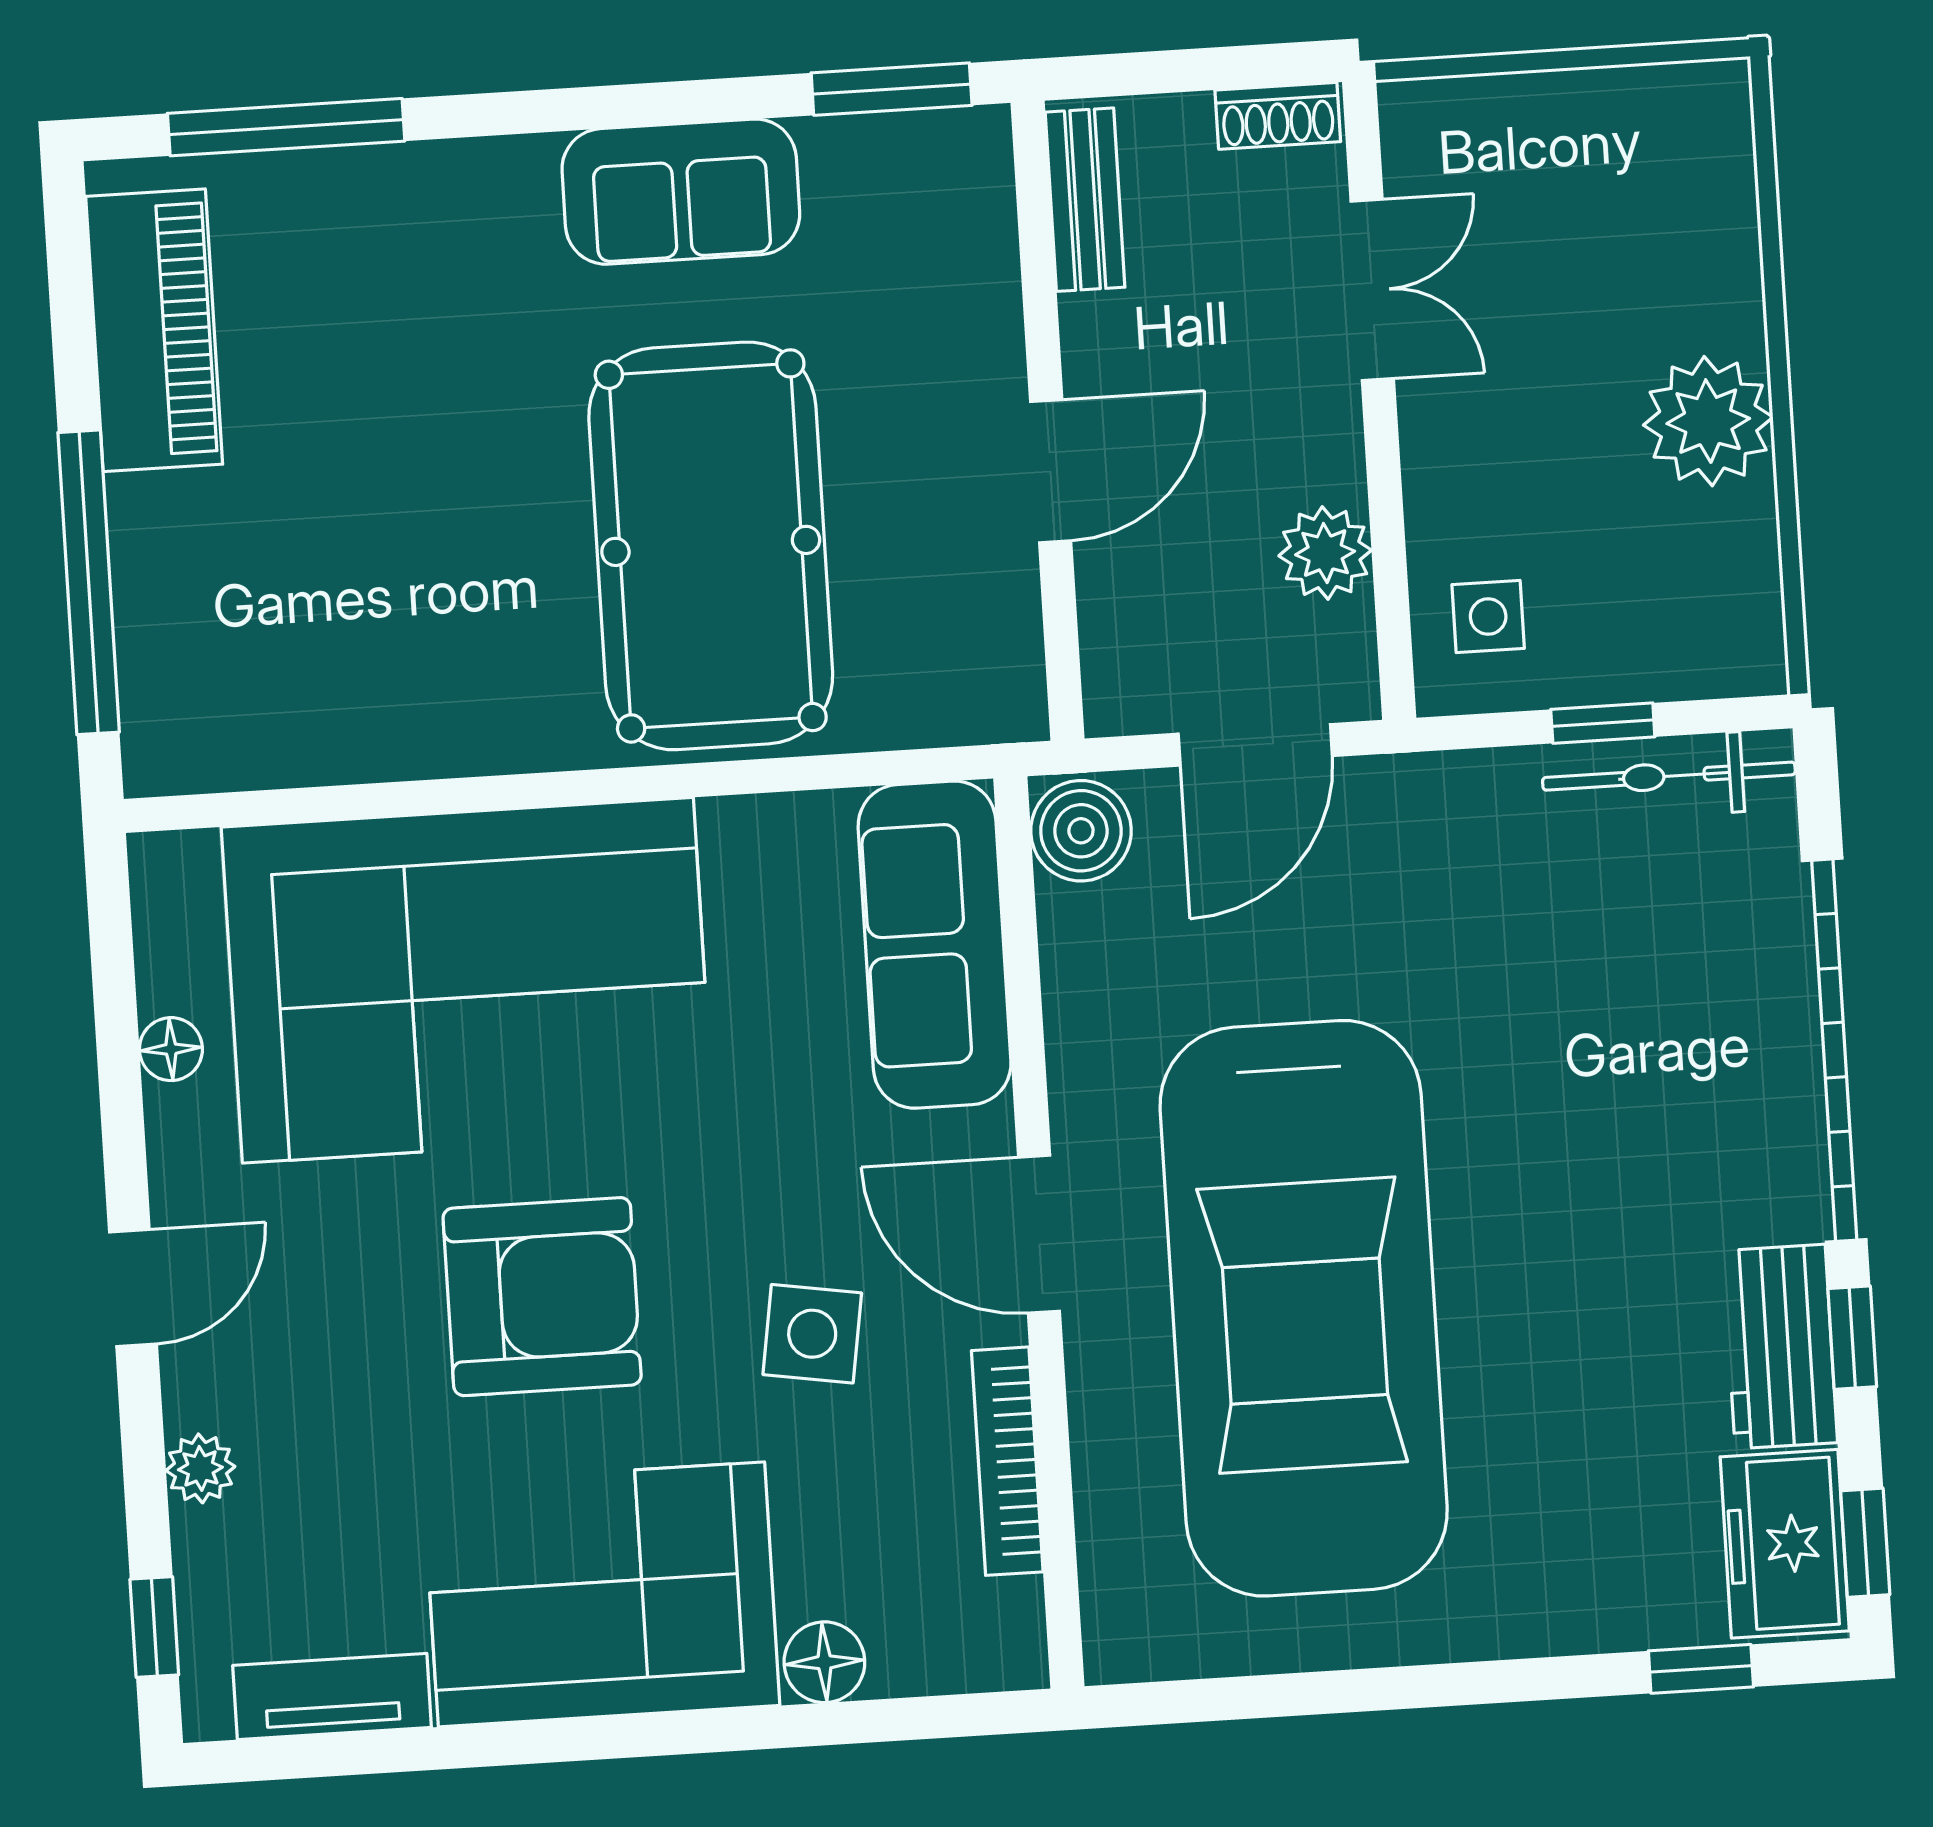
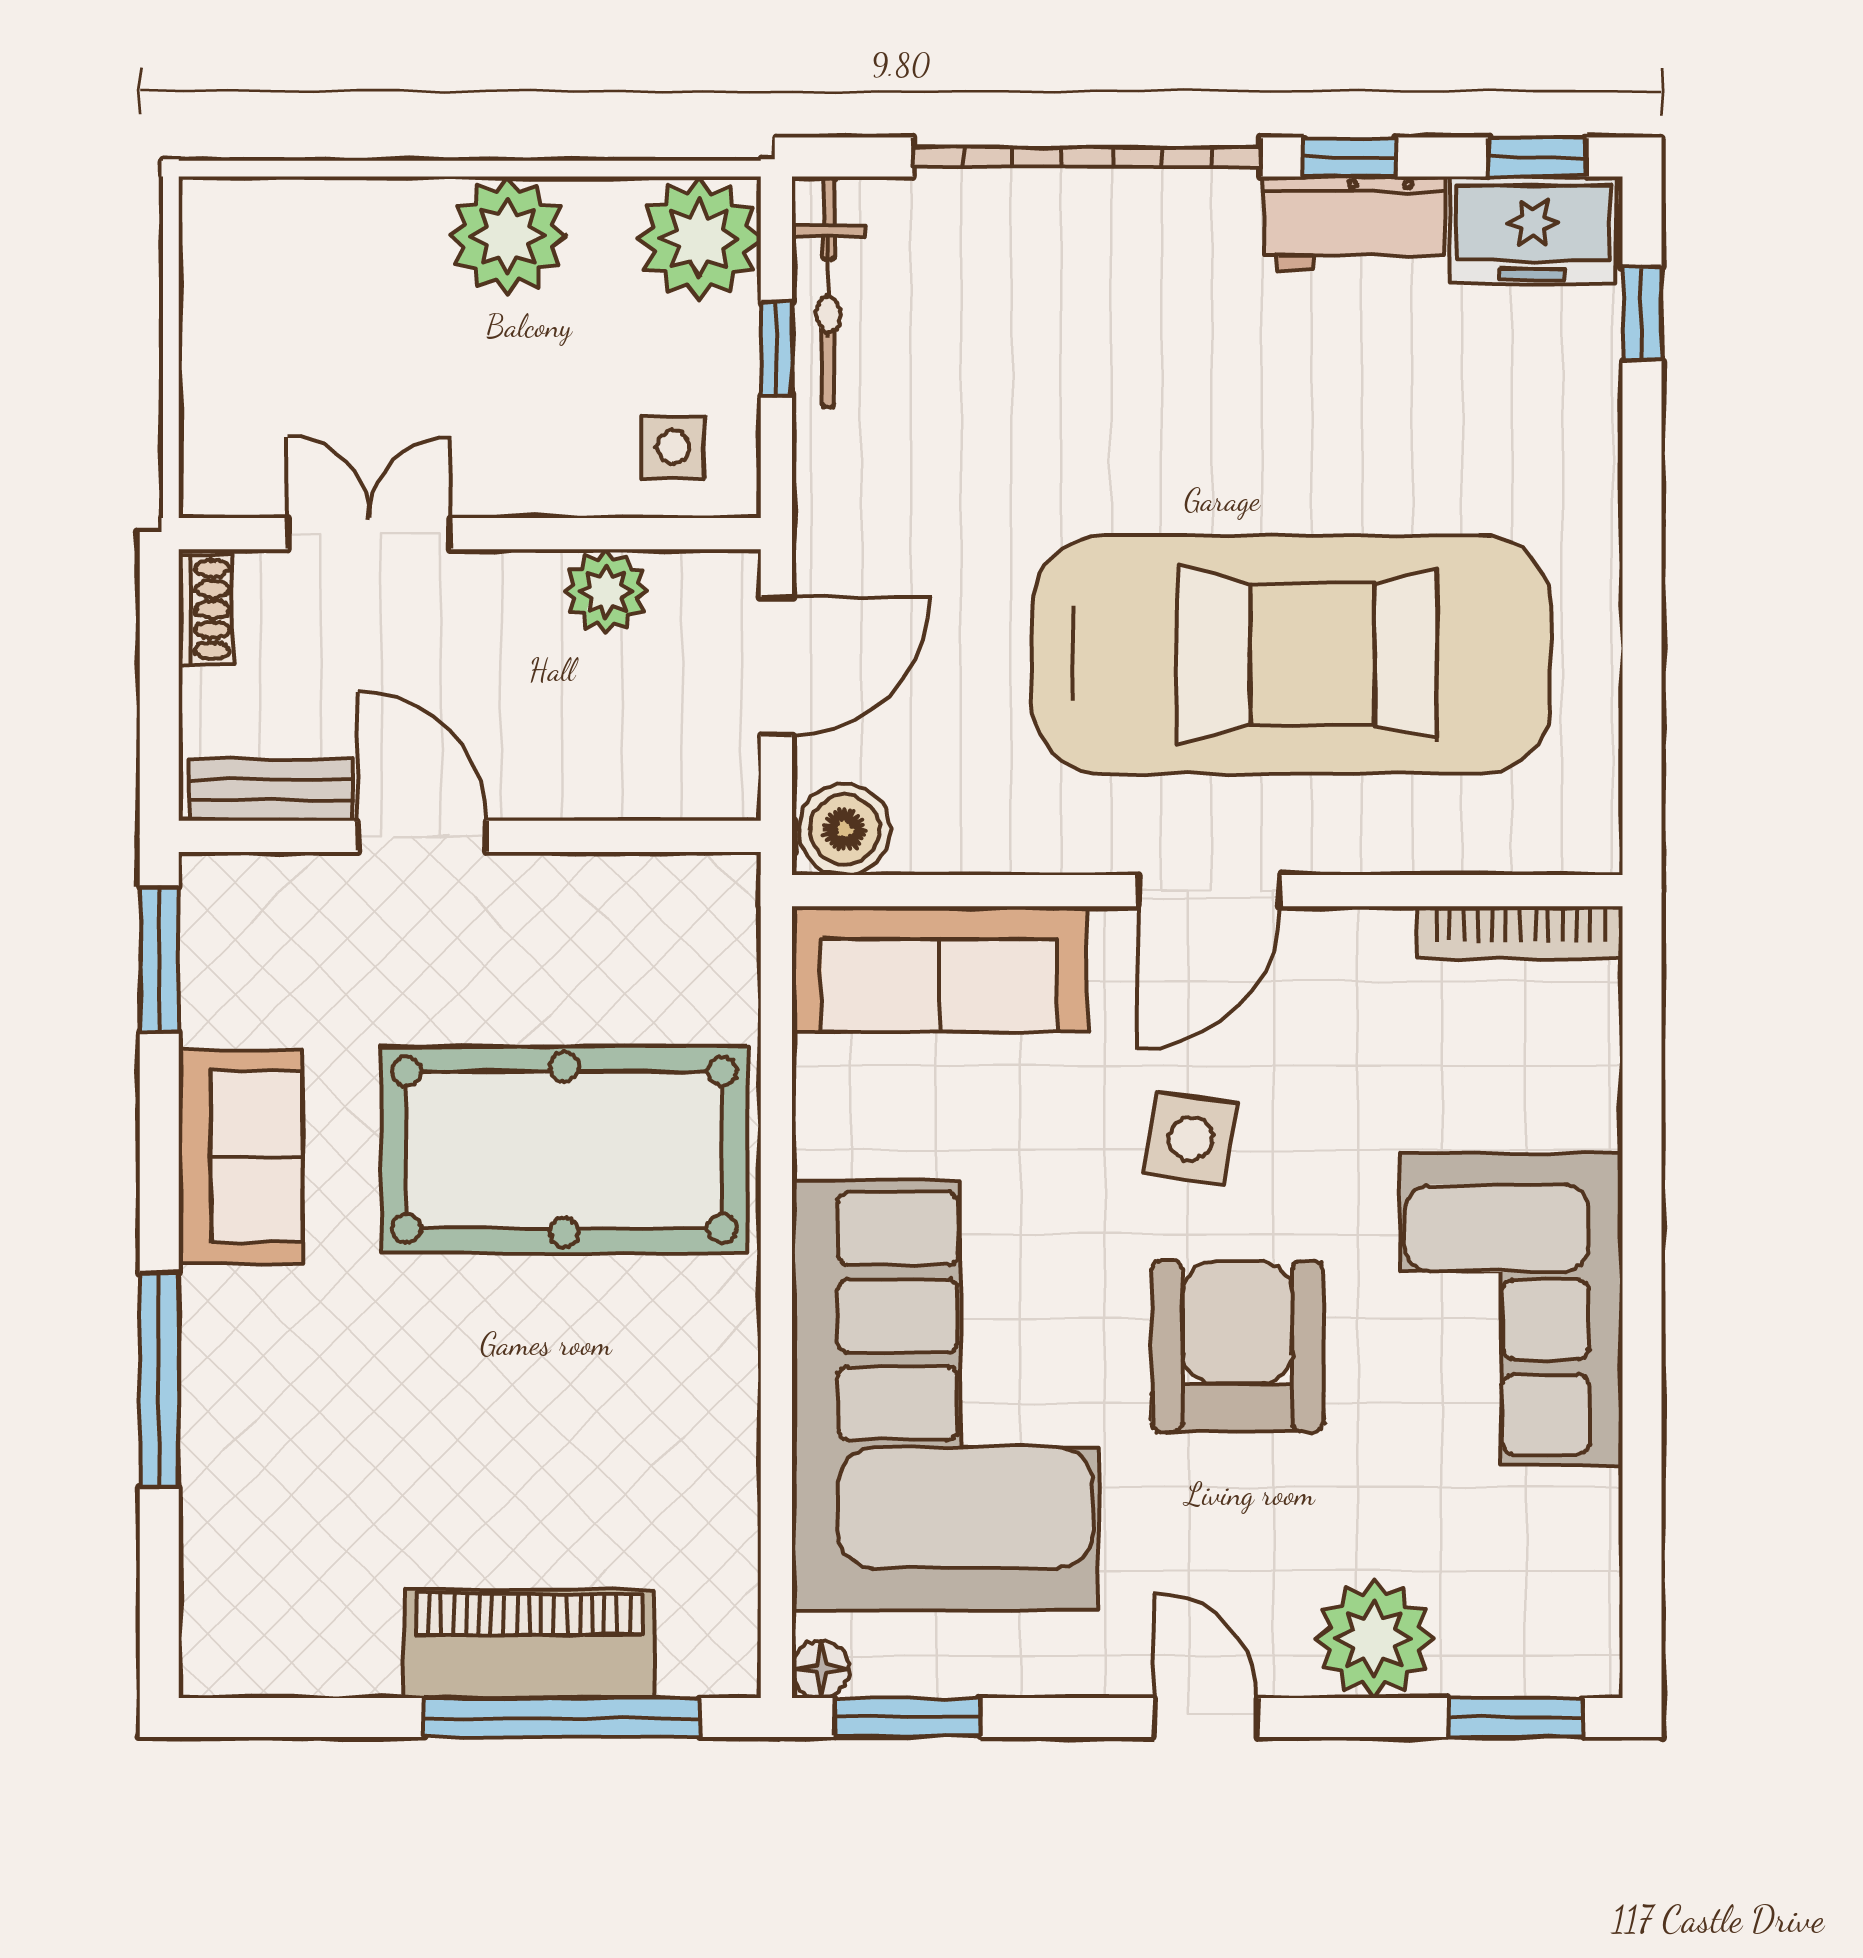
window: (286, 127) -> (159, 1380), moved
piano: (154, 330) -> (529, 1644), moved
door: (1051, 471) -> (422, 836), moved
plant: (1718, 631) -> (699, 238), added
door: (1255, 745) -> (776, 666), hinge flipped
window: (112, 961) -> (907, 1718), added
floor lamp: (171, 1049) -> (821, 1669), moved
side table: (812, 1334) -> (1191, 1139), moved
bookcase: (1007, 1461) -> (1520, 933), moved
plant: (200, 1468) -> (1374, 1639), width x1.87, depth x1.87
window: (154, 1627) -> (1516, 1718), width x1.50
floor lamp: (824, 1662) -> (1586, 1110), removed
tv unit: (332, 1696) -> (1589, 1560), removed

